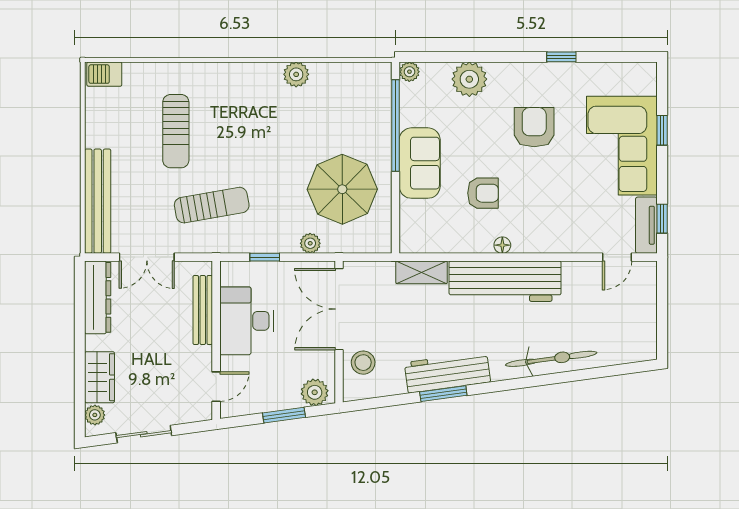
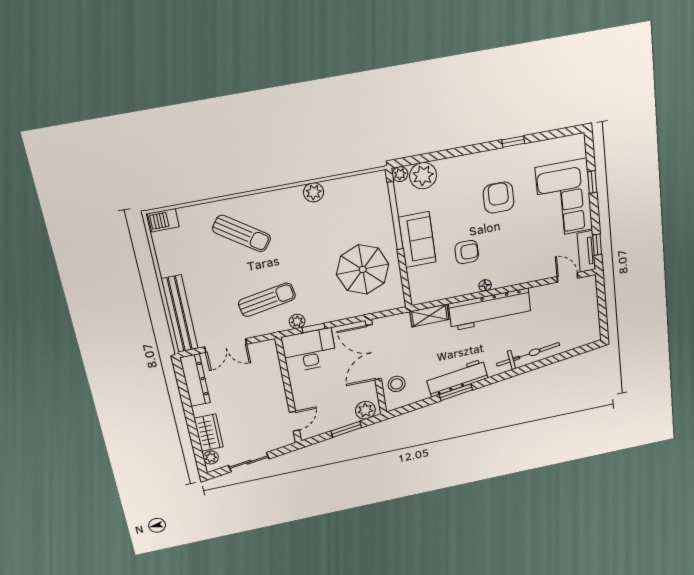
plant: (469, 79) -> (423, 176), moved
sun lounger: (176, 131) -> (242, 233), moved, turned -55
plant: (310, 243) -> (297, 321), moved
door: (617, 257) -> (567, 277), swing flipped
bench: (203, 310) -> (275, 373), removed
desk: (247, 321) -> (309, 350), moved, turned 90

